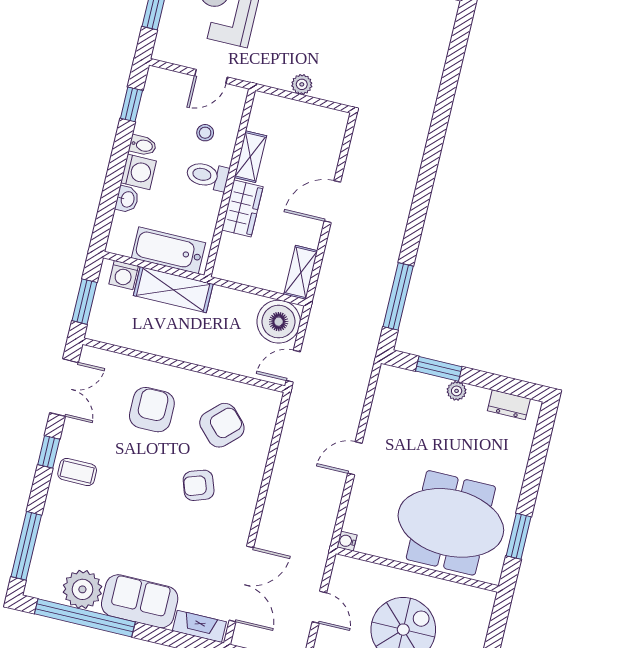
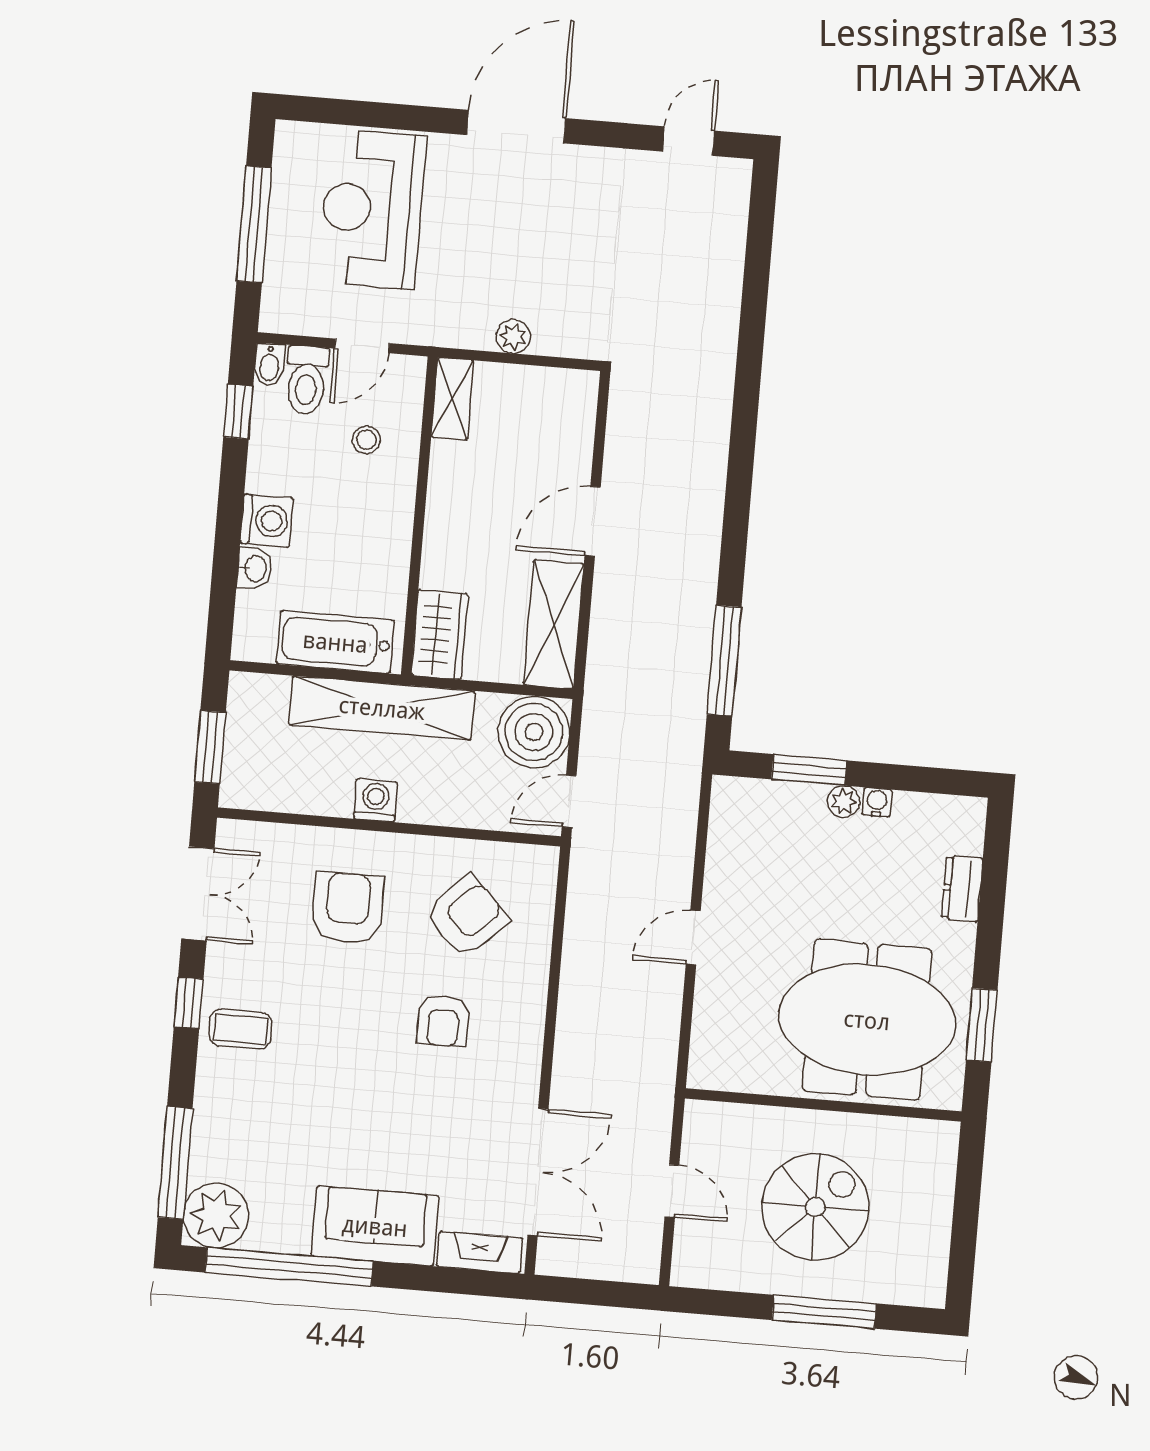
bidet: (143, 145) -> (269, 364), moved, turned 90
shelving: (250, 157) -> (452, 399), moved
toilet: (207, 176) -> (307, 380), moved, turned -90
wardrobe: (242, 208) -> (440, 635), moved
shelving: (301, 272) -> (554, 624), width x1.50, depth x1.33
washing machine: (124, 275) -> (376, 800), moved, turned 180
shelving: (173, 290) -> (382, 708), width x1.47
dresser: (509, 405) -> (962, 889), moved, turned 90
armchair: (199, 485) -> (443, 1021), turned -71
water cooler: (347, 541) -> (877, 802), moved, turned 90
plant: (82, 589) -> (216, 1215), moved

